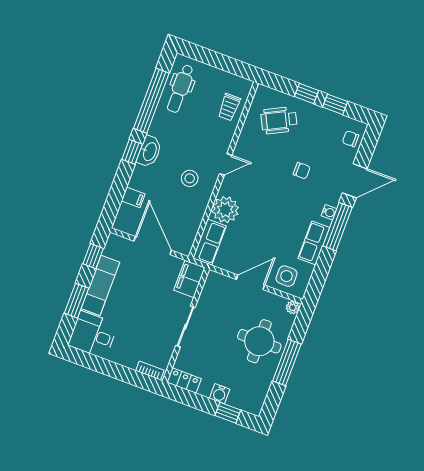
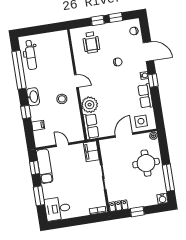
trolley: (229, 107) -> (61, 50), removed
wheelchair: (279, 120) -> (91, 42), turned -63
window: (132, 152) -> (26, 112), moved
door: (226, 164) -> (76, 81), hinge flipped
door: (355, 181) -> (148, 52), hinge flipped
window: (338, 227) -> (153, 81), width x0.46
door: (153, 246) -> (62, 145), width x0.53
exam couch: (100, 285) -> (45, 166), moved
window: (287, 362) -> (168, 178), moved
water cooler: (220, 394) -> (162, 199), moved
window: (228, 413) -> (137, 212), moved

